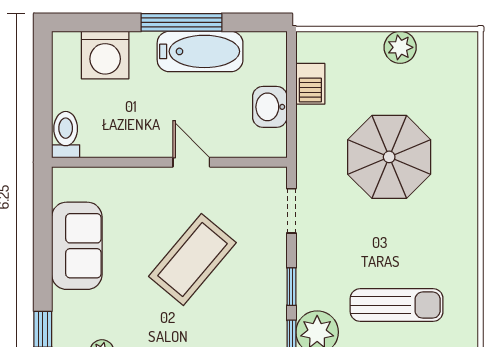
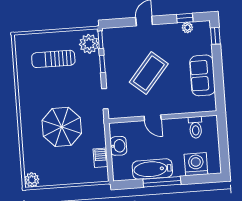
plant: (400, 47) -> (32, 180), moved
toilet: (66, 135) -> (196, 127), moved

